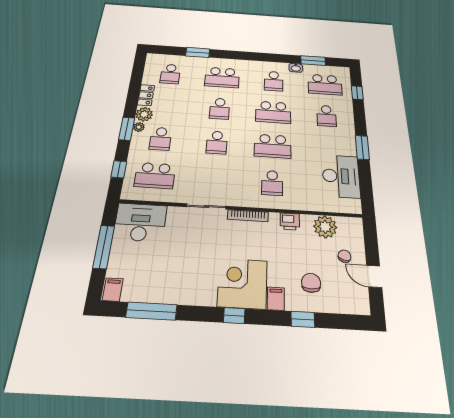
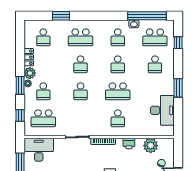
window: (313, 61) -> (147, 16), width x2.11
school desk: (273, 112) -> (118, 64), width x0.54

